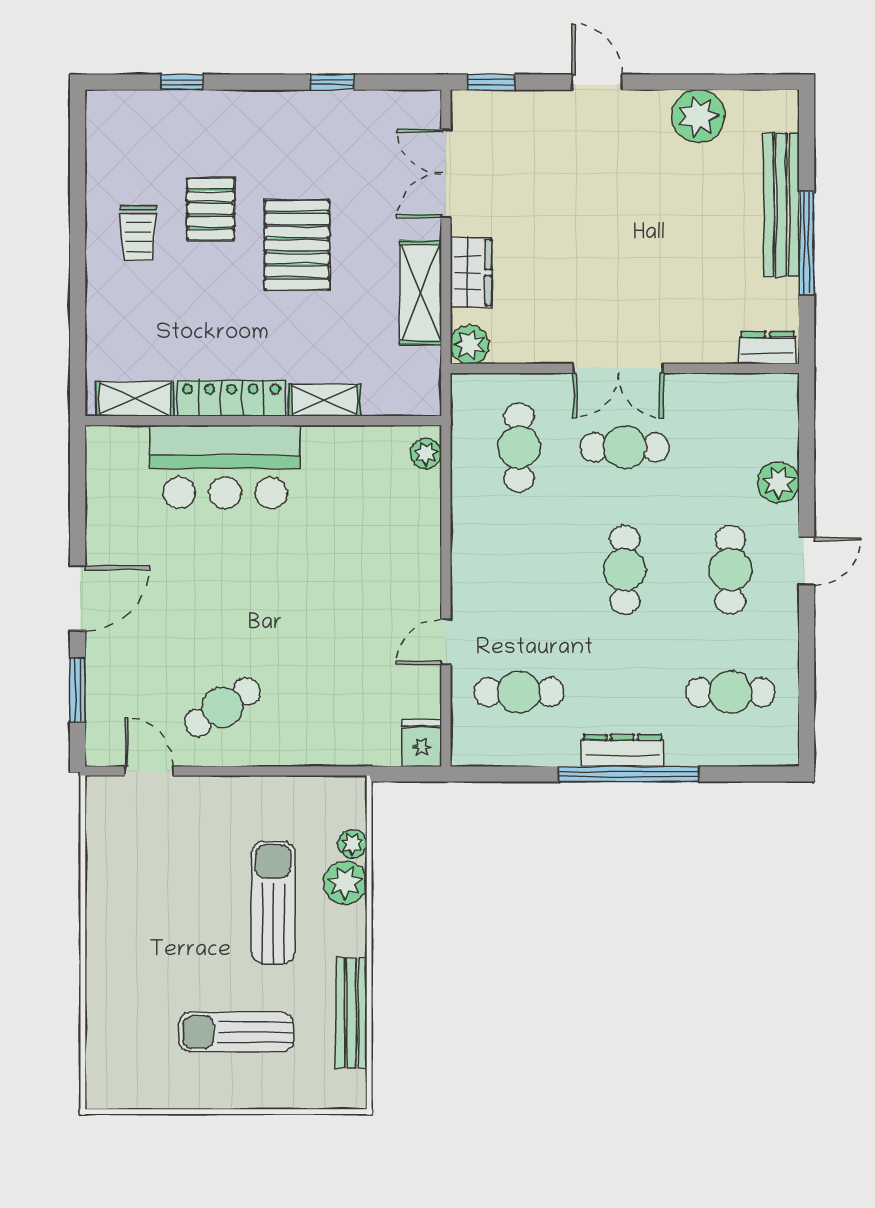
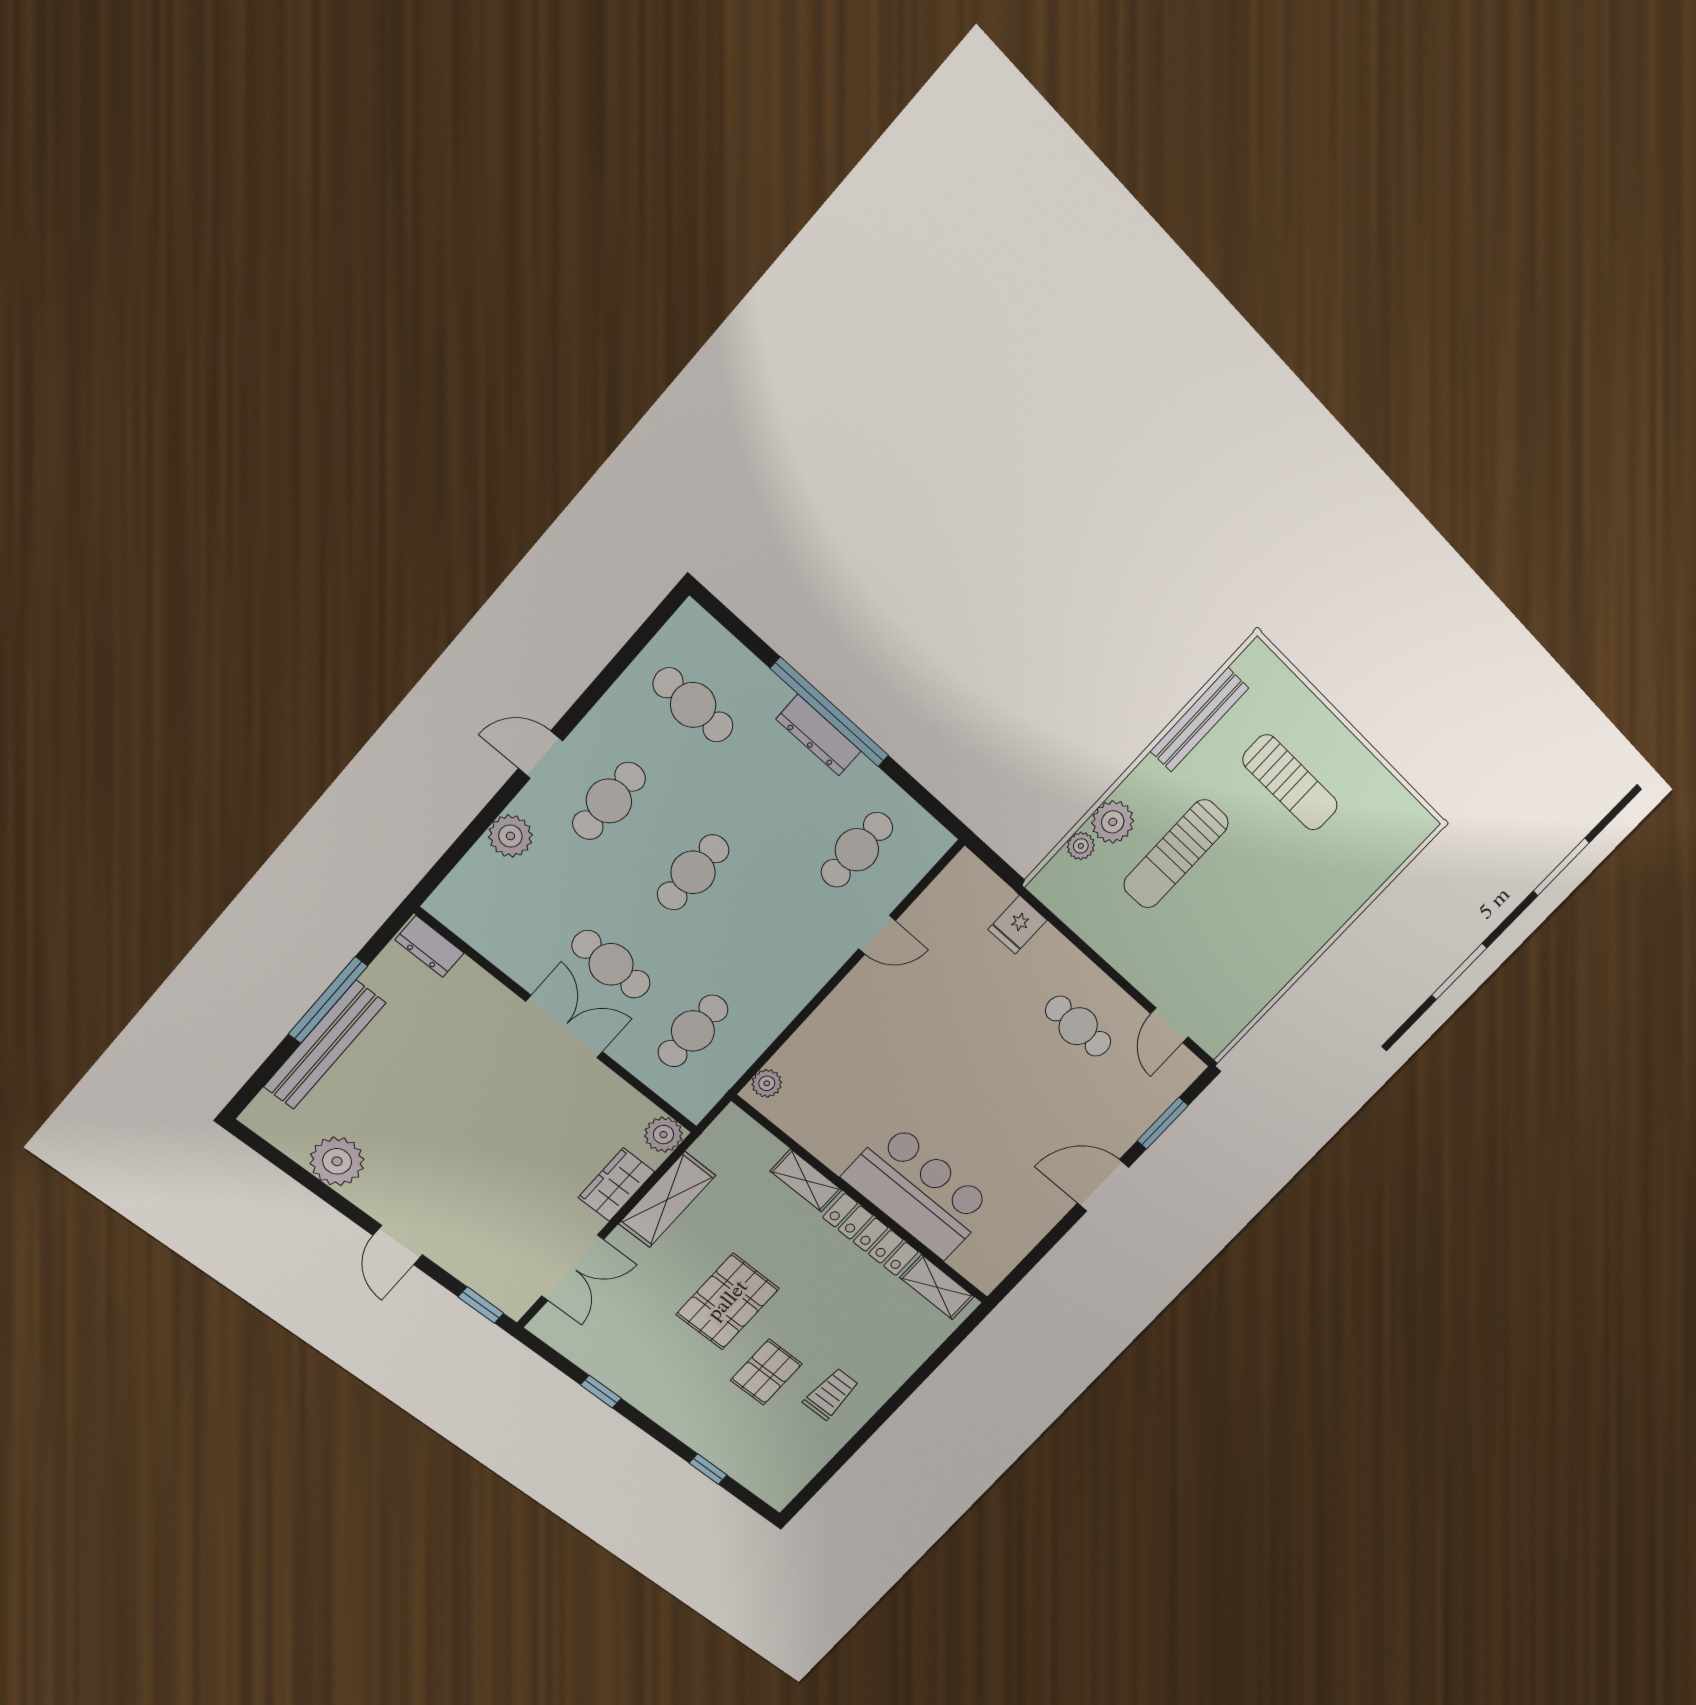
cafe table: (519, 692) -> (857, 850), turned 90
cafe table: (222, 707) -> (1078, 1026), turned 33
fridge: (422, 743) -> (1017, 925), moved

